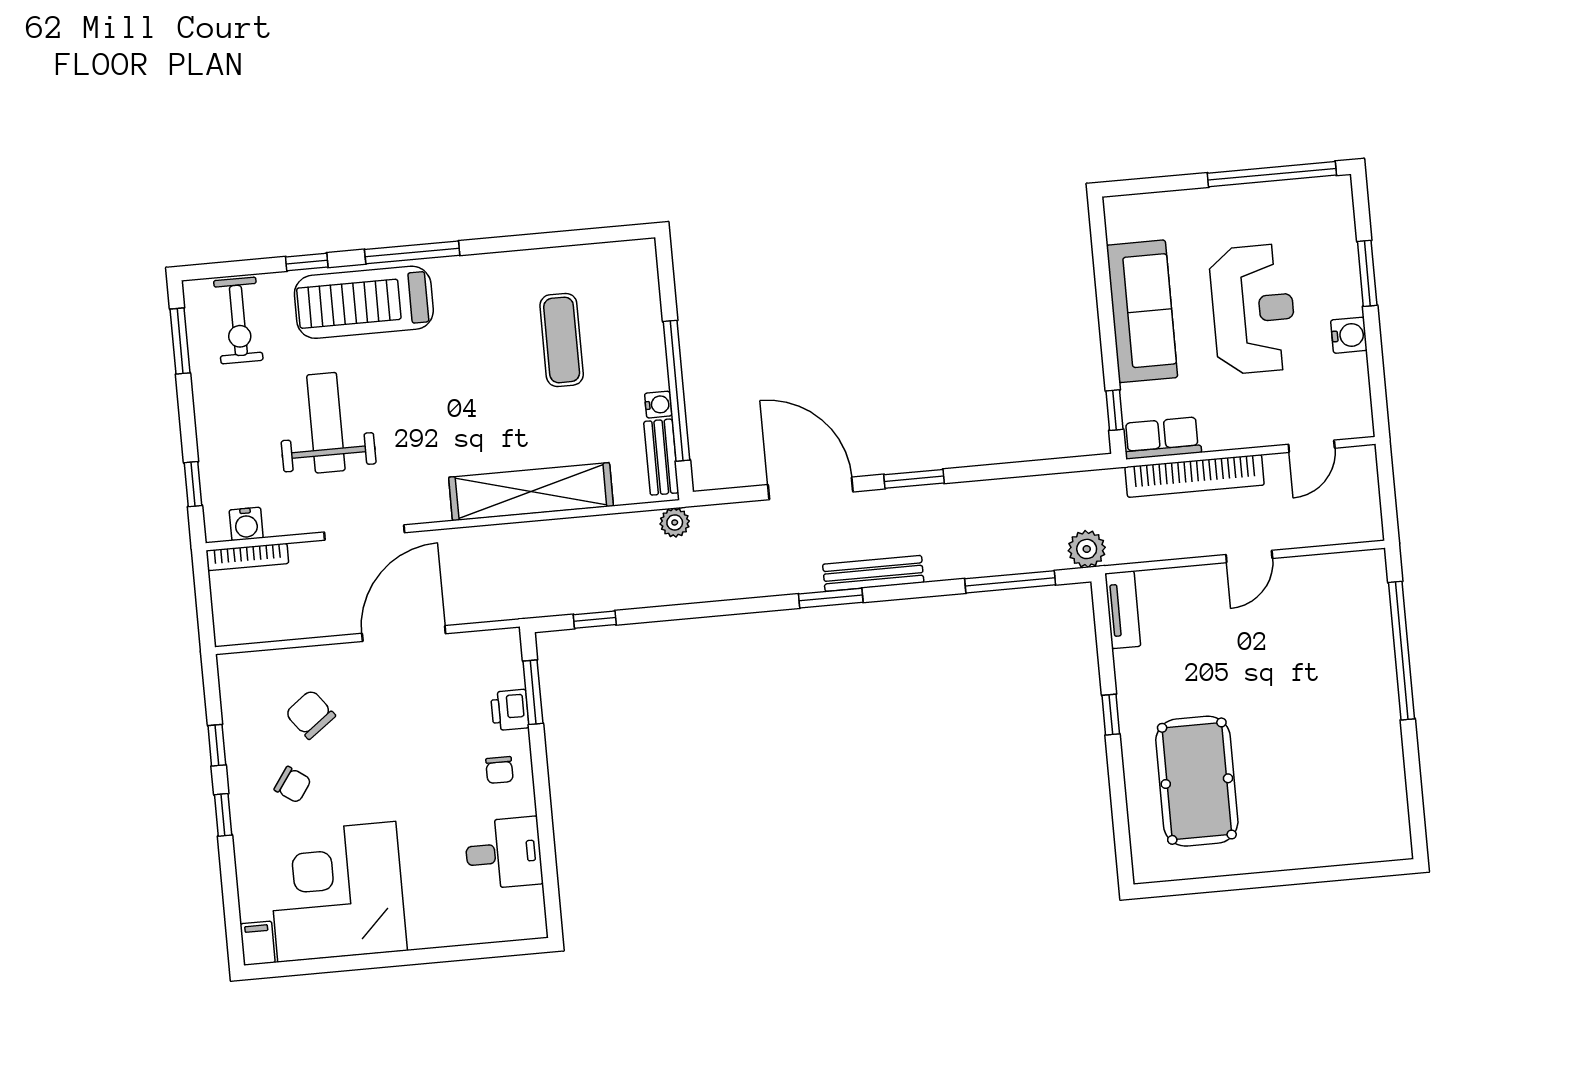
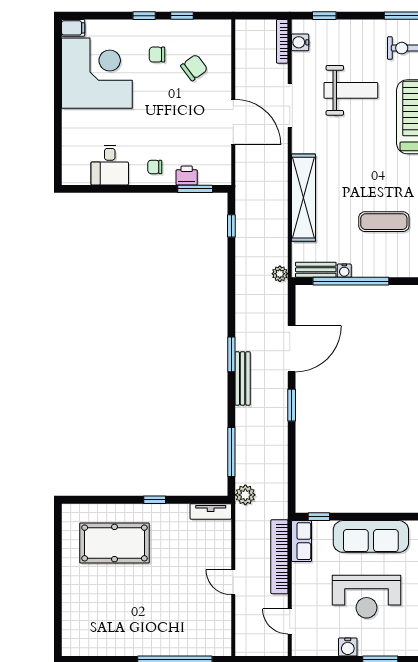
chair: (293, 785) -> (157, 55), turned 55

